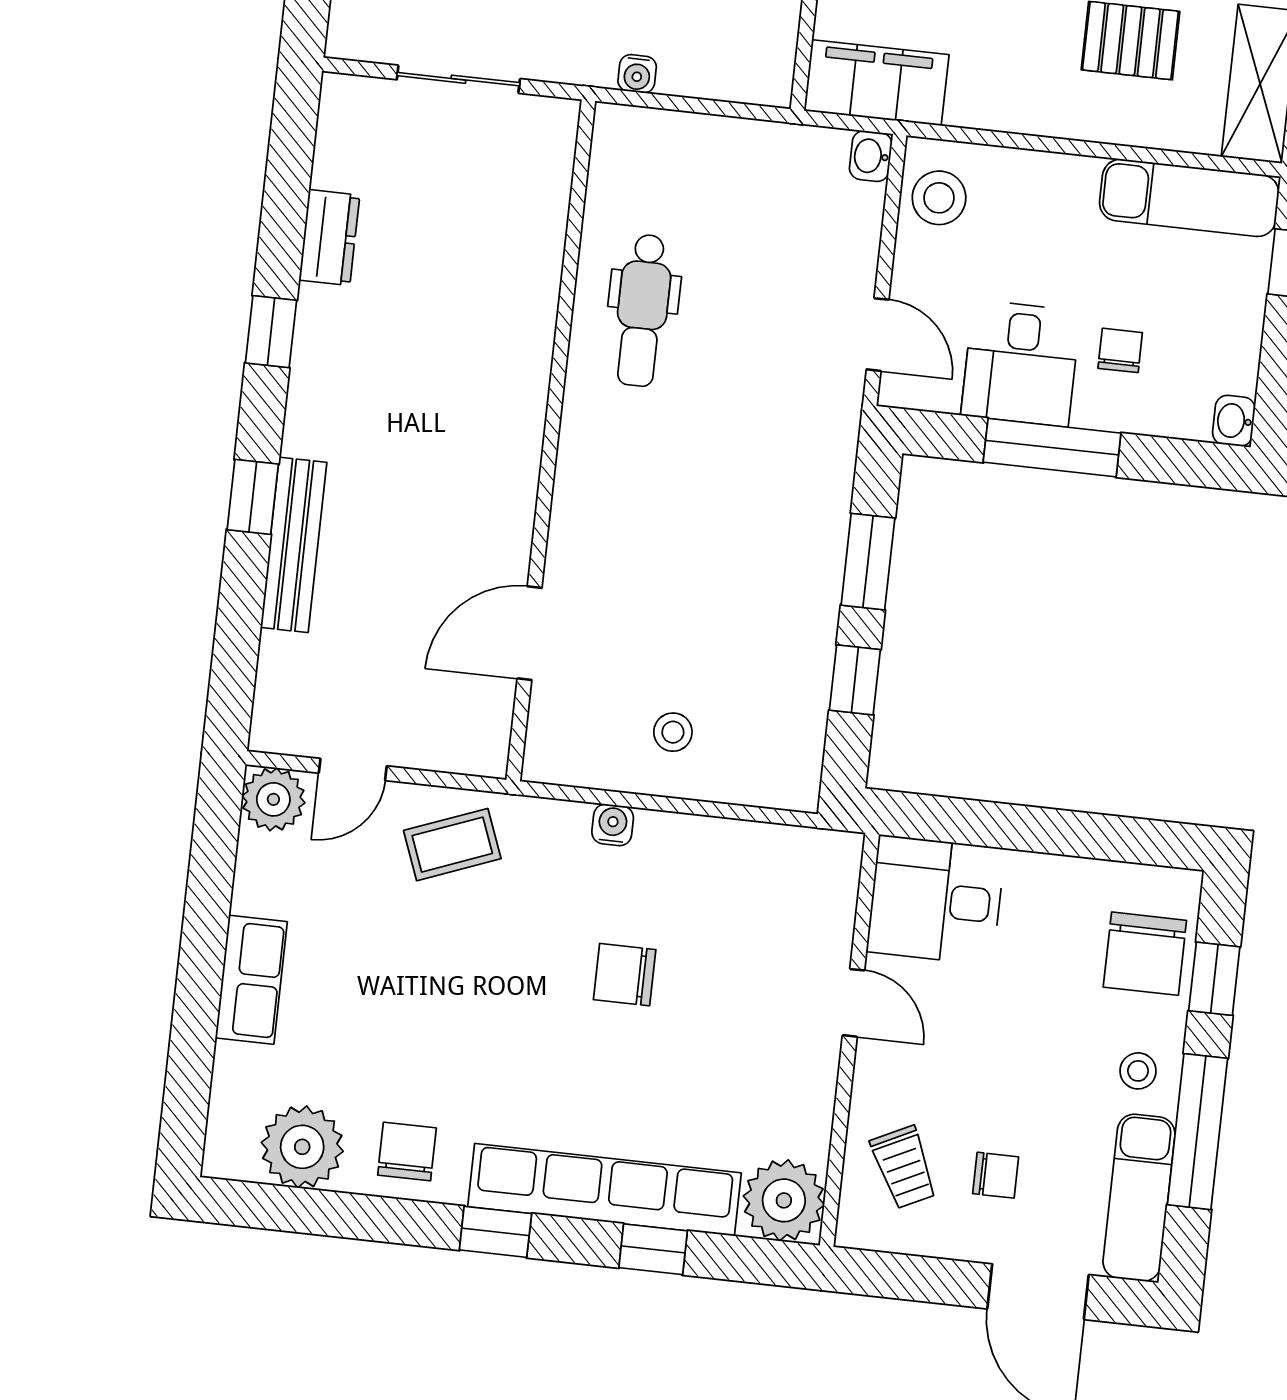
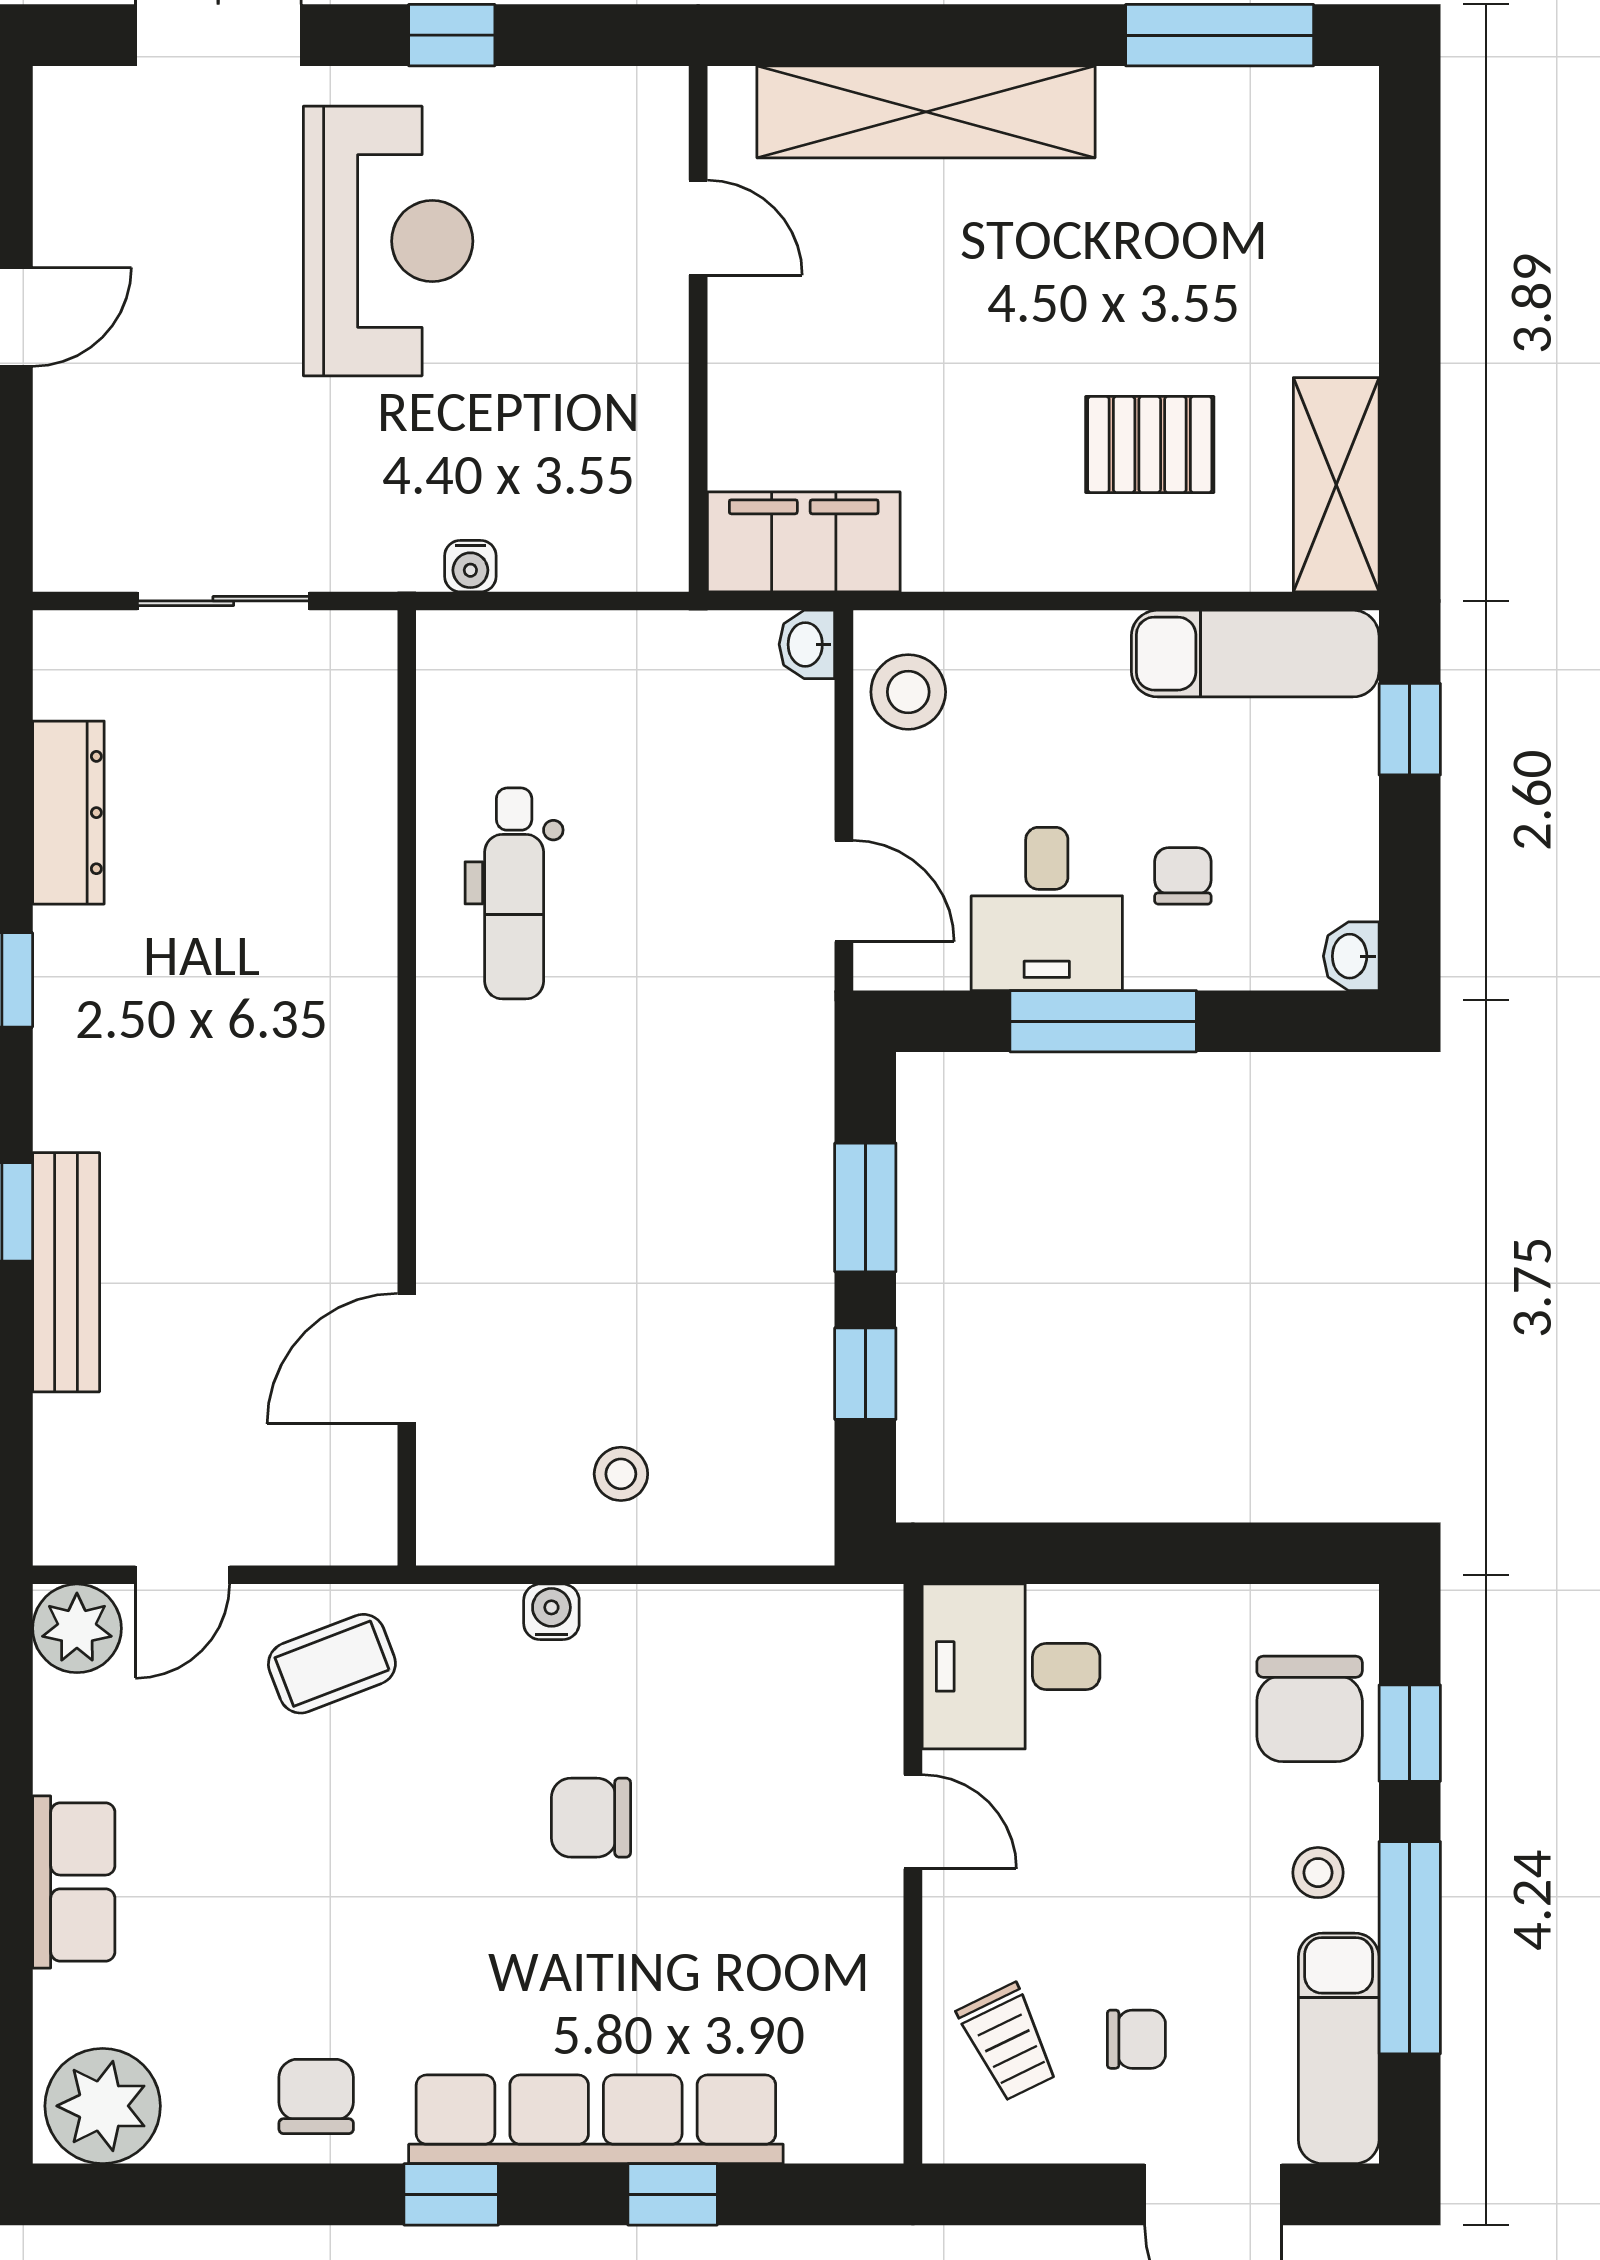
dresser: (329, 238) -> (68, 813), width x1.44
plant: (302, 1147) -> (103, 2106), moved
plant: (784, 1200) -> (847, 2107), removed

